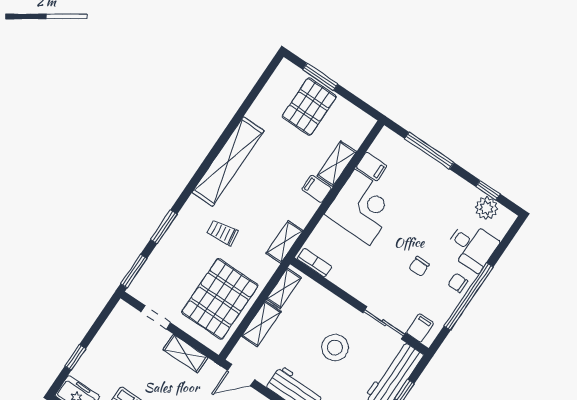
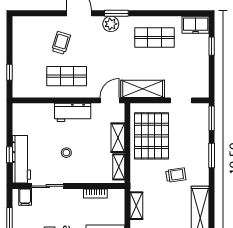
shelving: (284, 242) -> (136, 206), moved
bookcase: (314, 263) -> (95, 194), moved
stool: (335, 348) -> (66, 153), width x0.53, depth x0.53
shelving: (185, 354) -> (143, 89), width x1.50, depth x1.33

